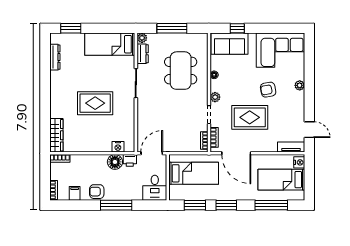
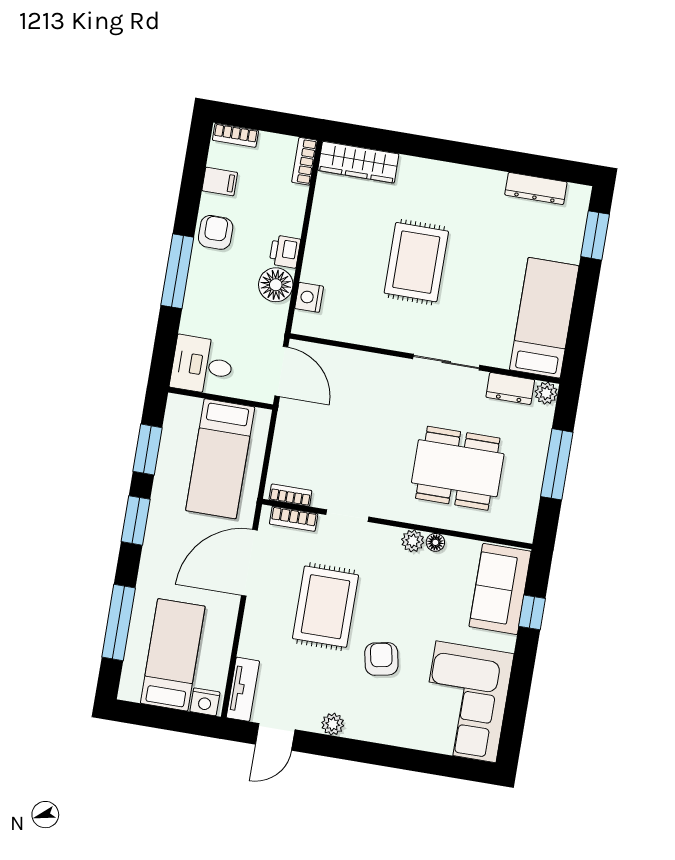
plant: (300, 85) -> (333, 724), moved
plant: (215, 97) -> (413, 541), moved
printer: (130, 160) -> (285, 252), moved

